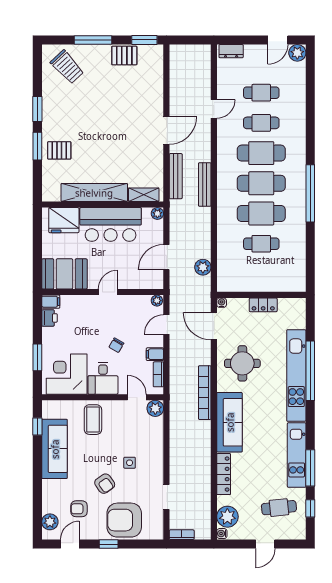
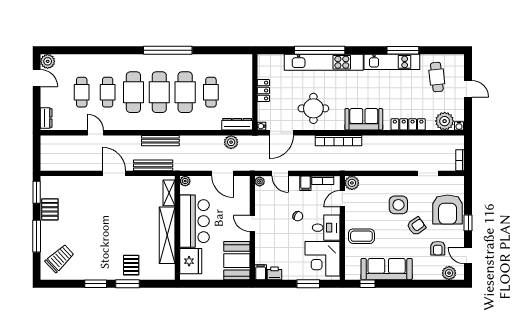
dresser: (224, 274) -> (237, 124), added
sofa: (230, 422) -> (364, 119), width x0.73
side table: (130, 463) -> (398, 205), width x1.87, depth x1.87
window: (310, 508) -> (437, 50), removed

